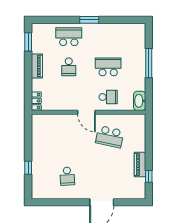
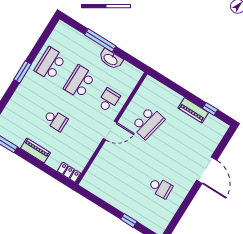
school desk: (69, 37) -> (50, 64), moved
washbasin: (140, 101) -> (111, 59), moved

